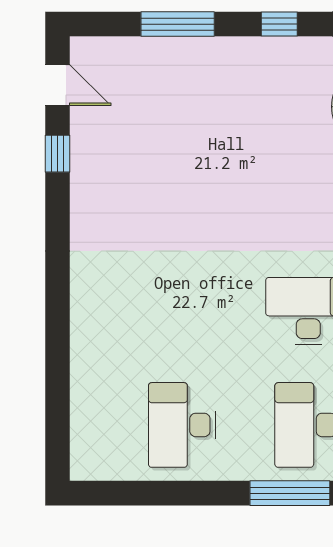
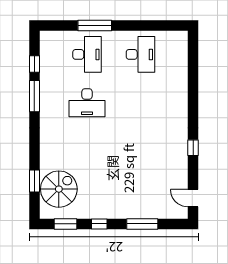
window: (58, 154) -> (193, 148), moved

